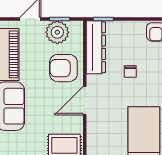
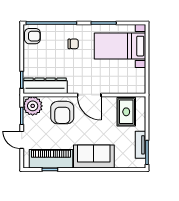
plant: (57, 32) -> (33, 106), moved
chair: (130, 71) -> (73, 44), moved

